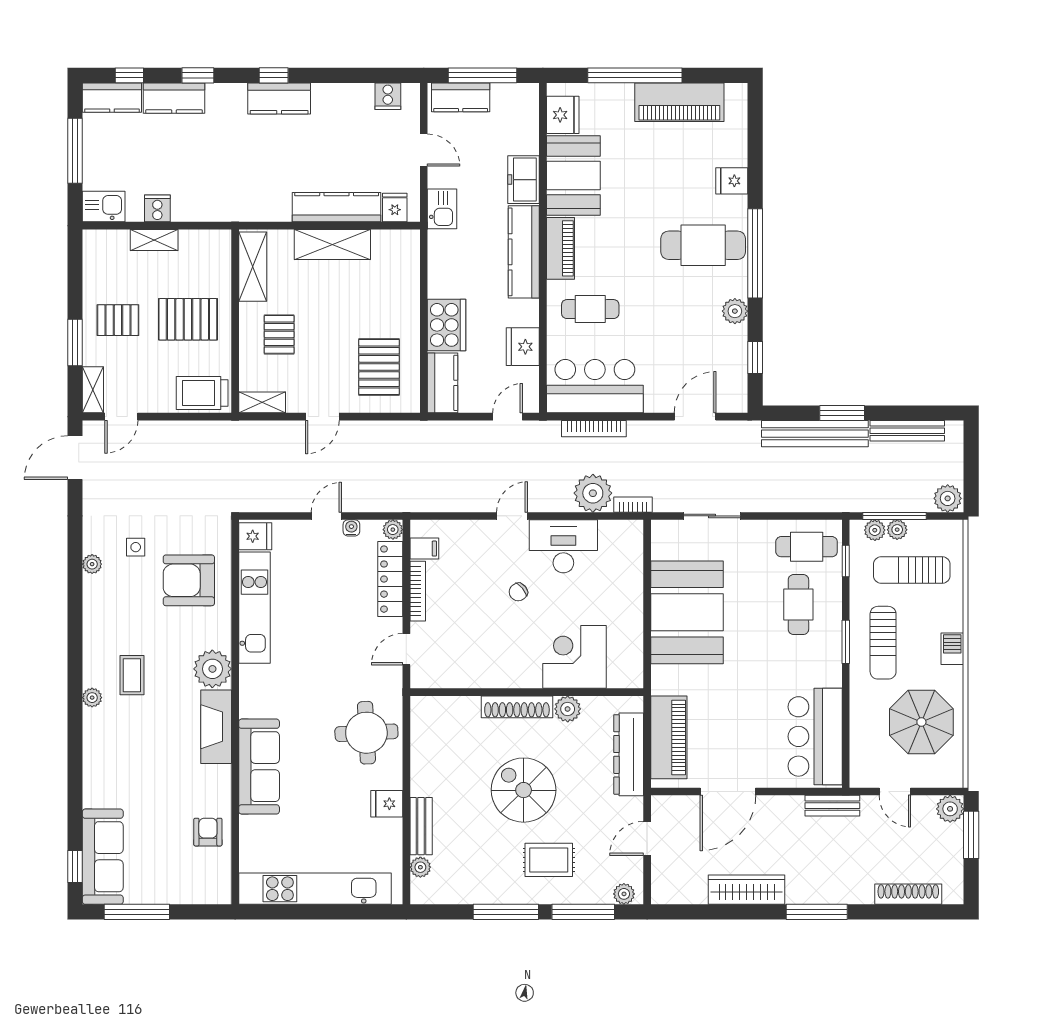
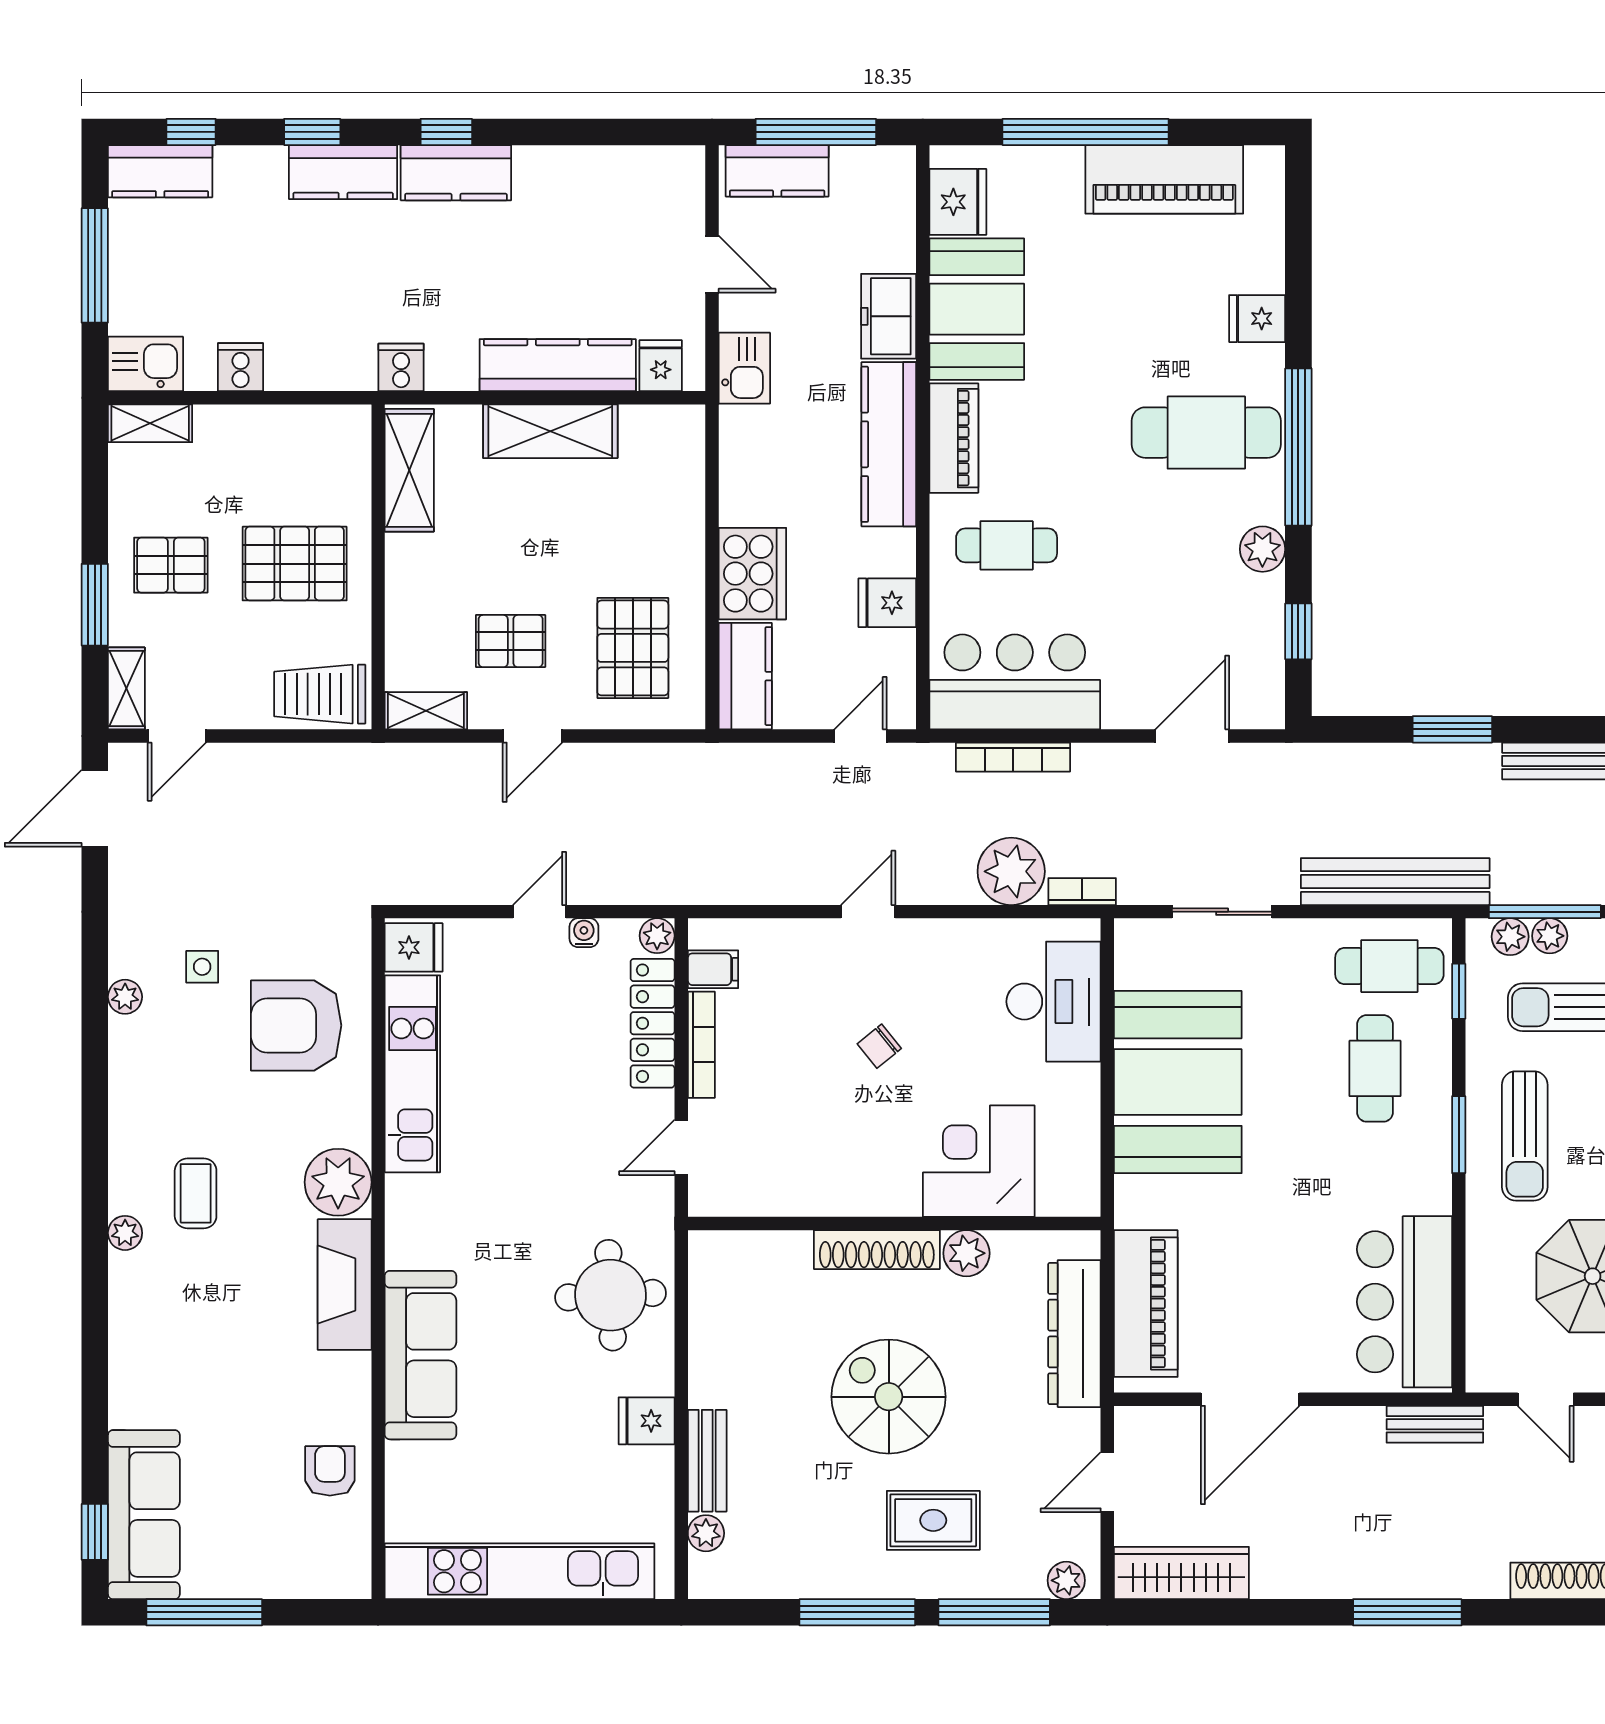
cooker: (388, 96) -> (401, 367), moved, turned 180
kitchen counter: (174, 98) -> (343, 172), moved
shelving: (154, 240) -> (150, 423), moved
pallet: (279, 334) -> (511, 641), moved, turned 90
fridge: (523, 347) -> (887, 603), width x0.72
bench: (815, 434) -> (1395, 882), moved
desk: (563, 546) -> (1054, 1002), moved, turned 90
wardrobe: (747, 890) -> (1181, 1573), moved

